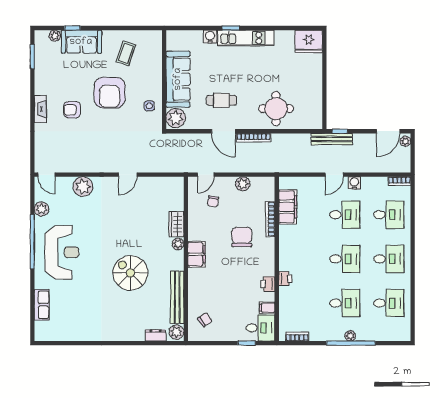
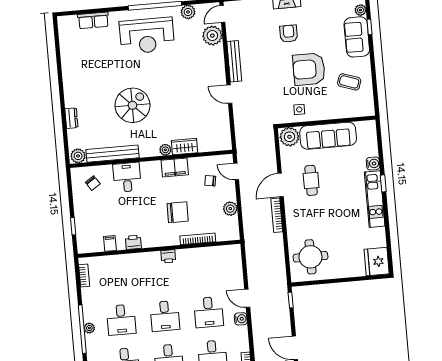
round table: (276, 109) -> (310, 257), moved
bench: (332, 139) -> (234, 61), moved
plant: (83, 187) -> (212, 36), moved
filing cabinet: (288, 207) -> (211, 255), removed
filing cabinet: (196, 254) -> (175, 167), moved
printer: (285, 279) -> (168, 256), moved
desk: (260, 328) -> (127, 177), moved, turned 180
dresser: (155, 335) -> (71, 118), moved

